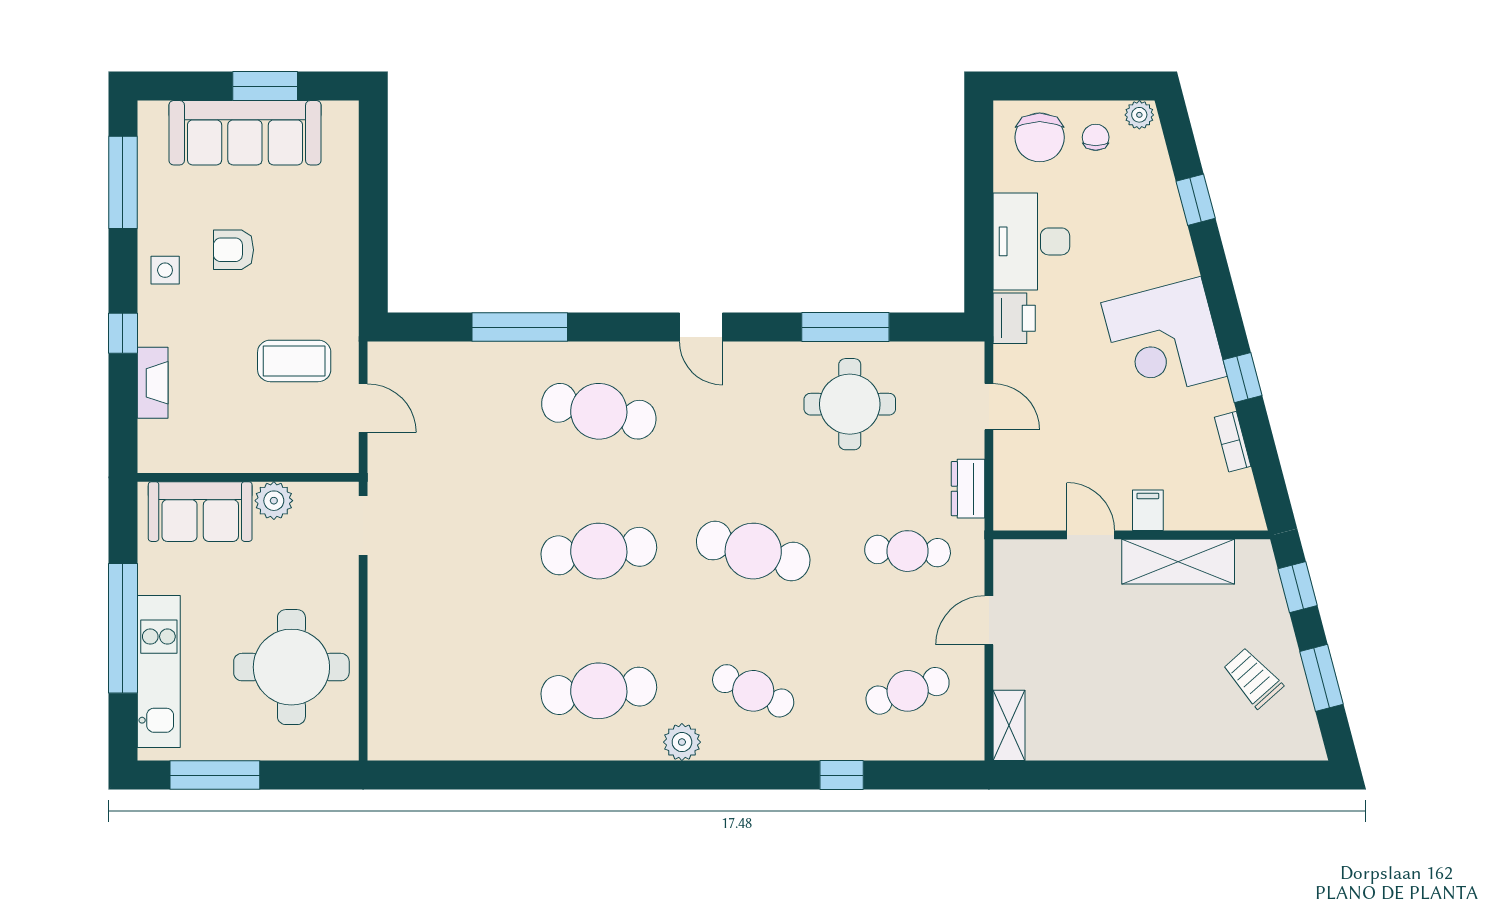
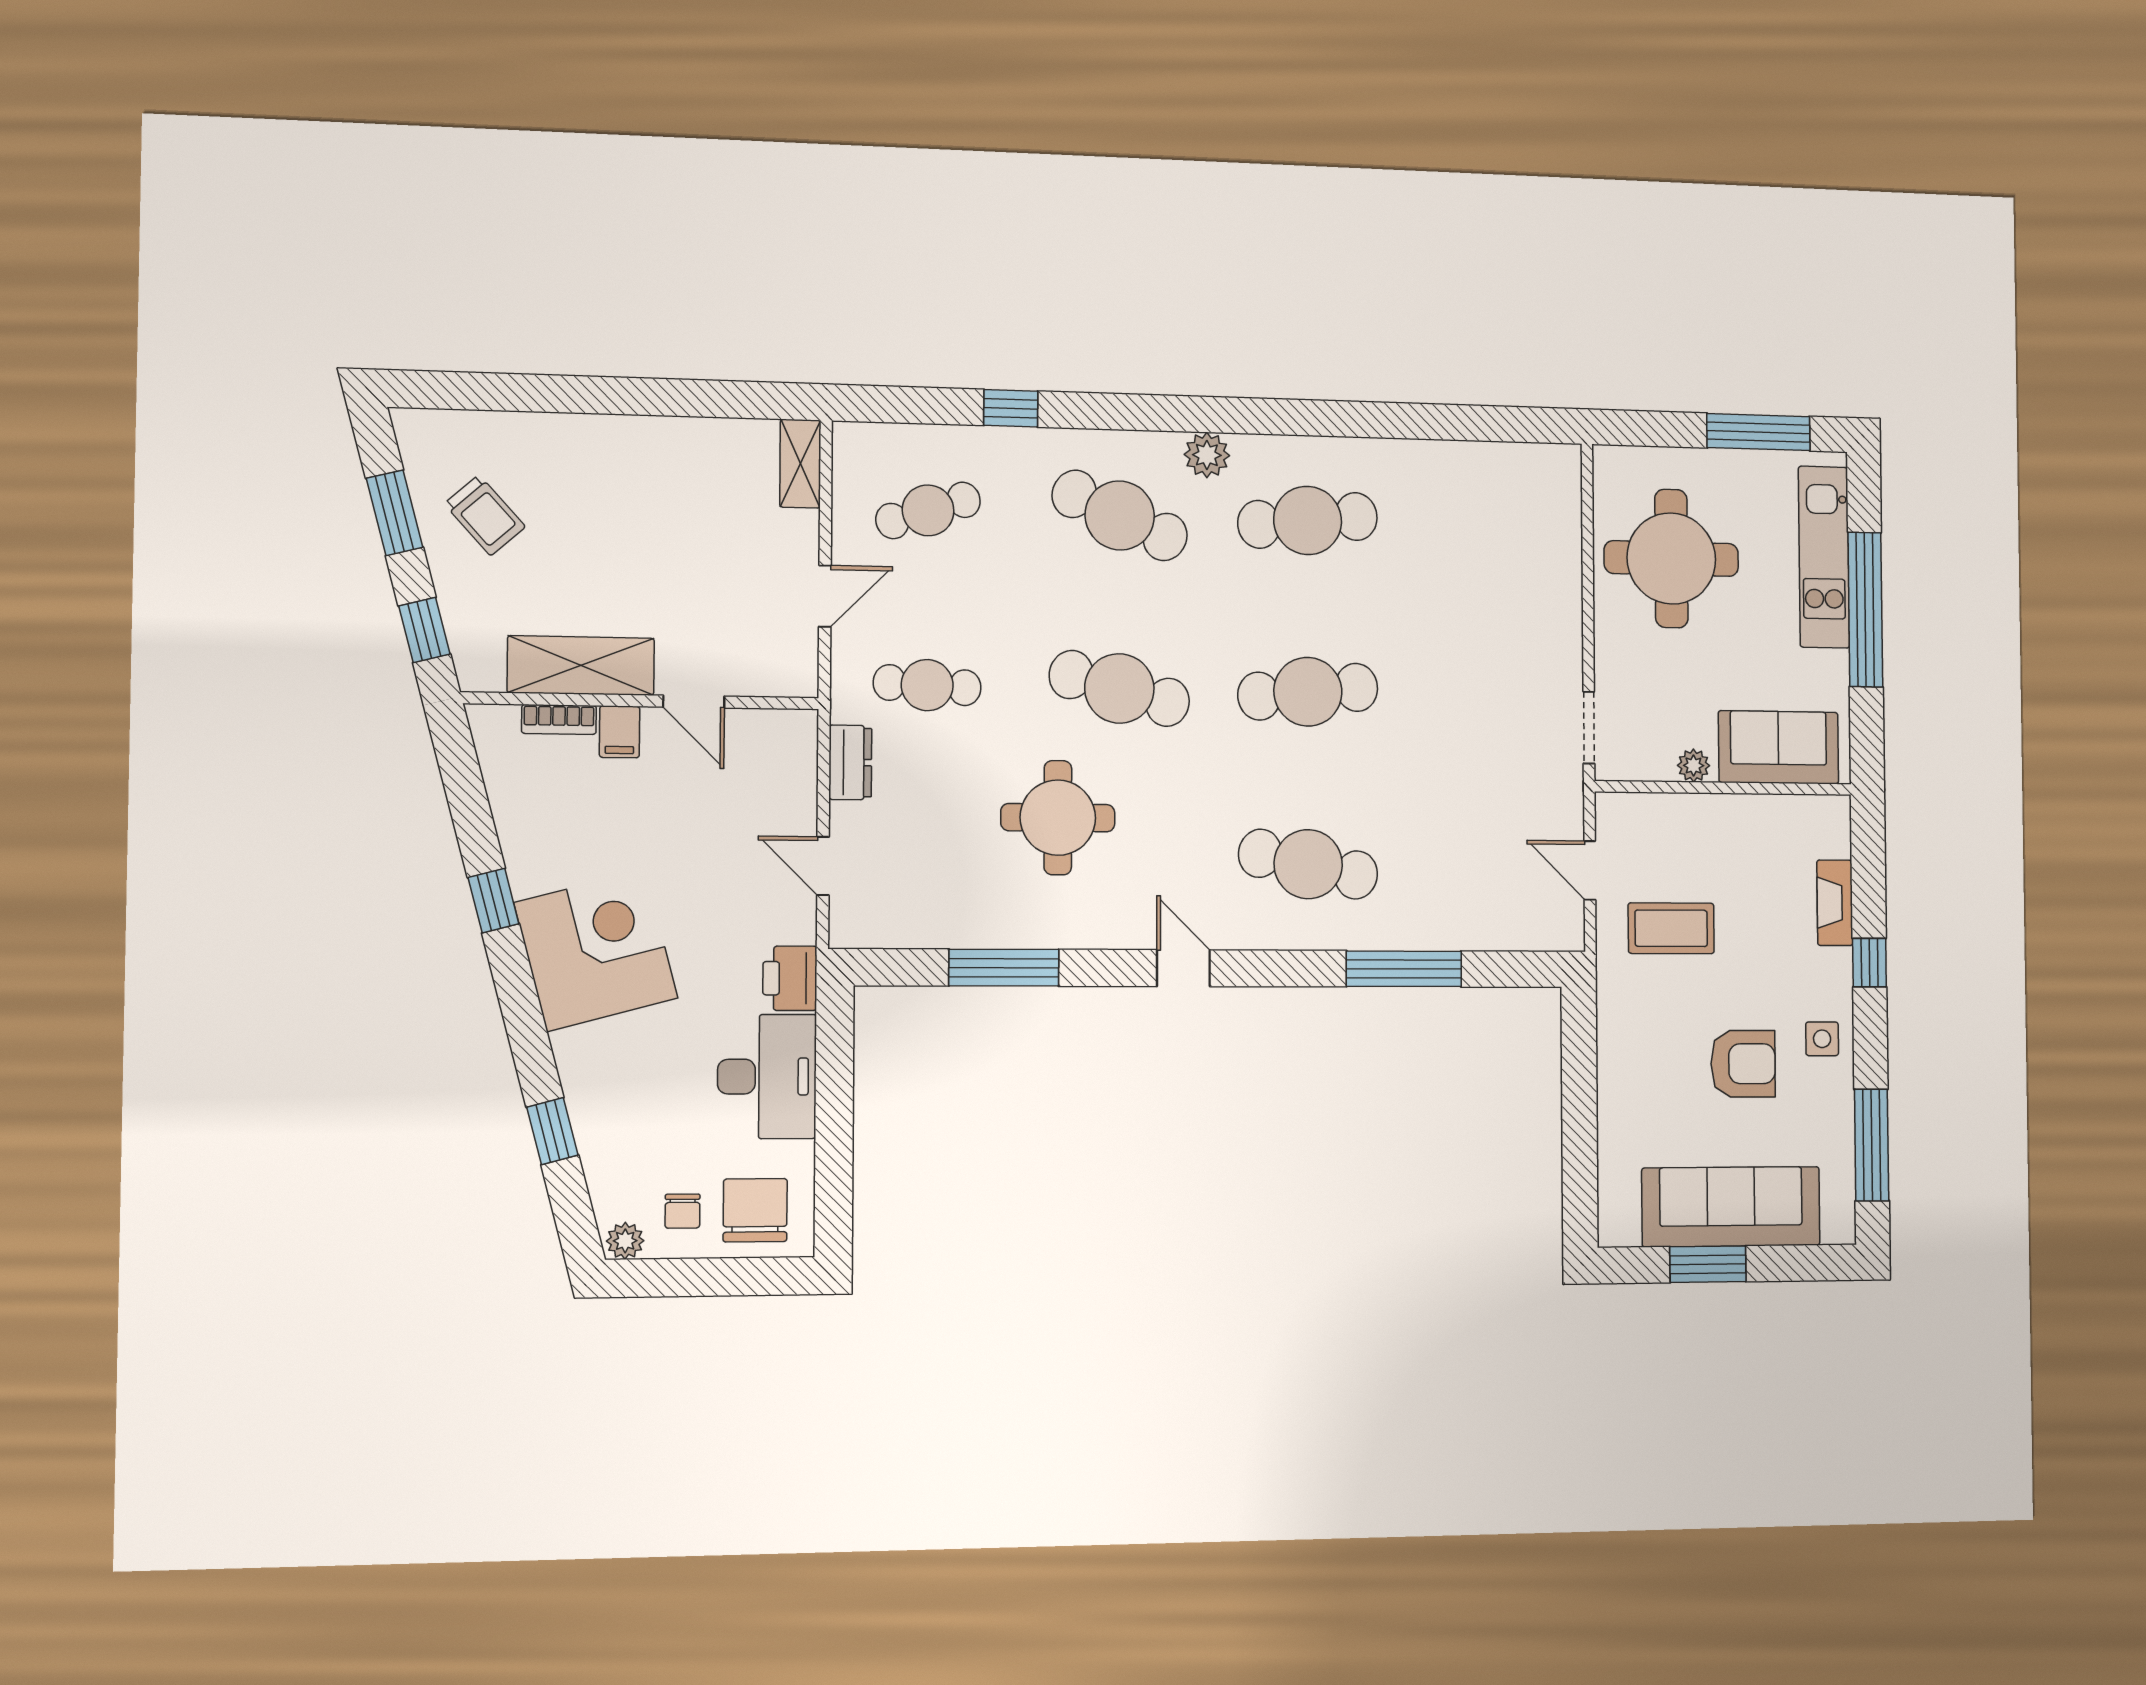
armchair: (234, 250) -> (1743, 1064), width x1.38, depth x1.38
round table: (850, 404) -> (1058, 818), moved
bookcase: (1233, 442) -> (559, 719), moved, turned 105
plant: (274, 501) -> (1694, 766), width x0.73, depth x0.73
cafe table: (753, 691) -> (1120, 515), width x1.37, depth x1.35

